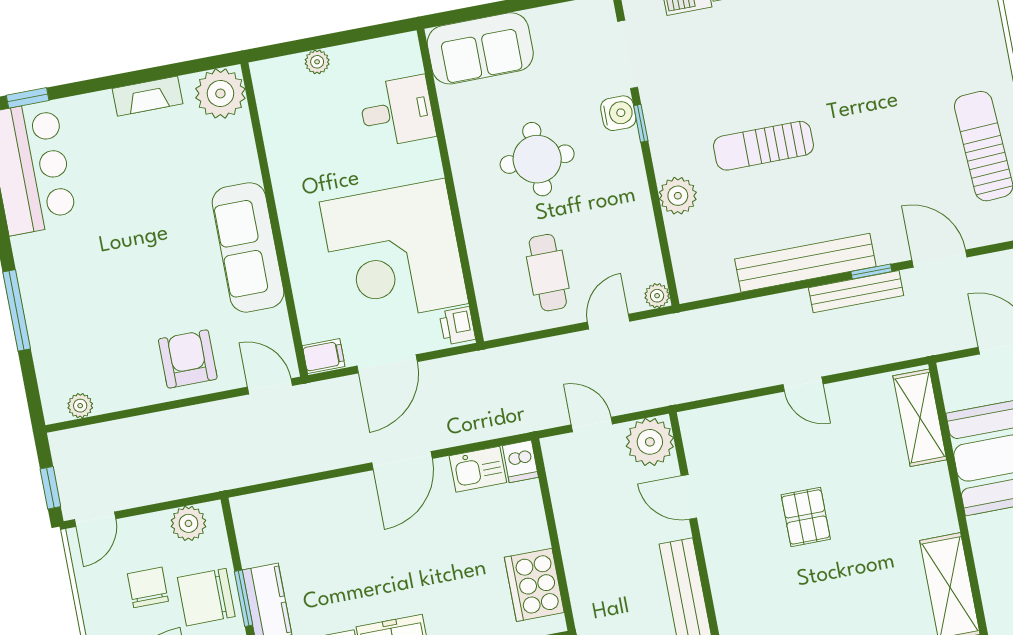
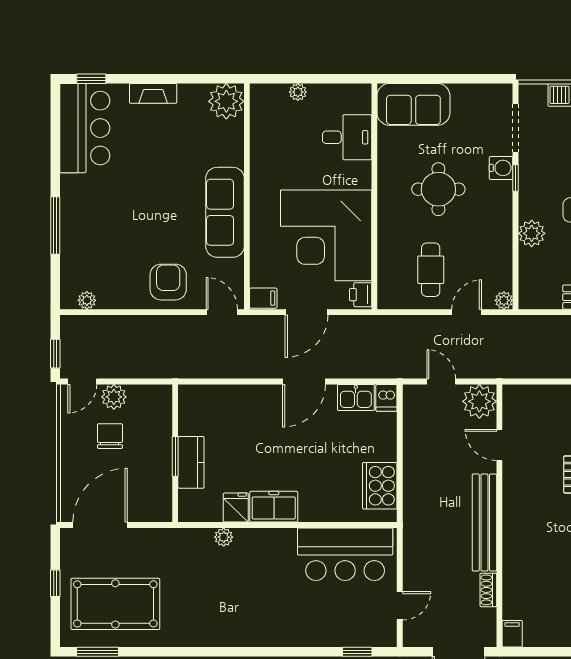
fireplace: (147, 96) -> (153, 93), moved
plant: (188, 523) -> (114, 397), moved
chair: (206, 597) -> (149, 451), removed

